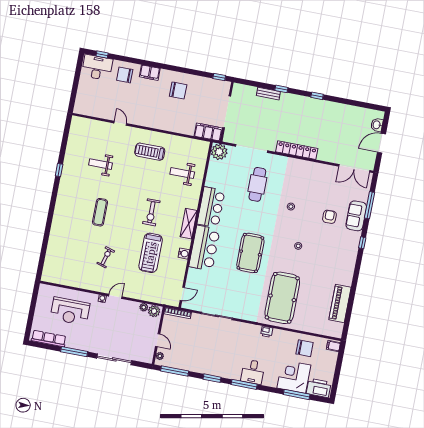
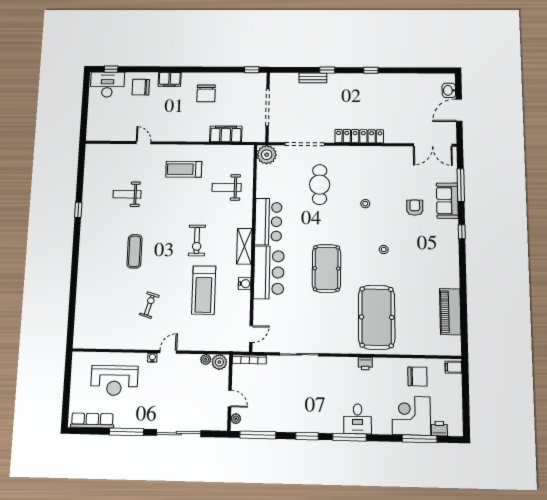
chair: (178, 90) -> (206, 93), turned 90
filing cabinet: (208, 132) -> (226, 134), moved
printer: (319, 388) -> (439, 429), width x0.53, depth x0.68

